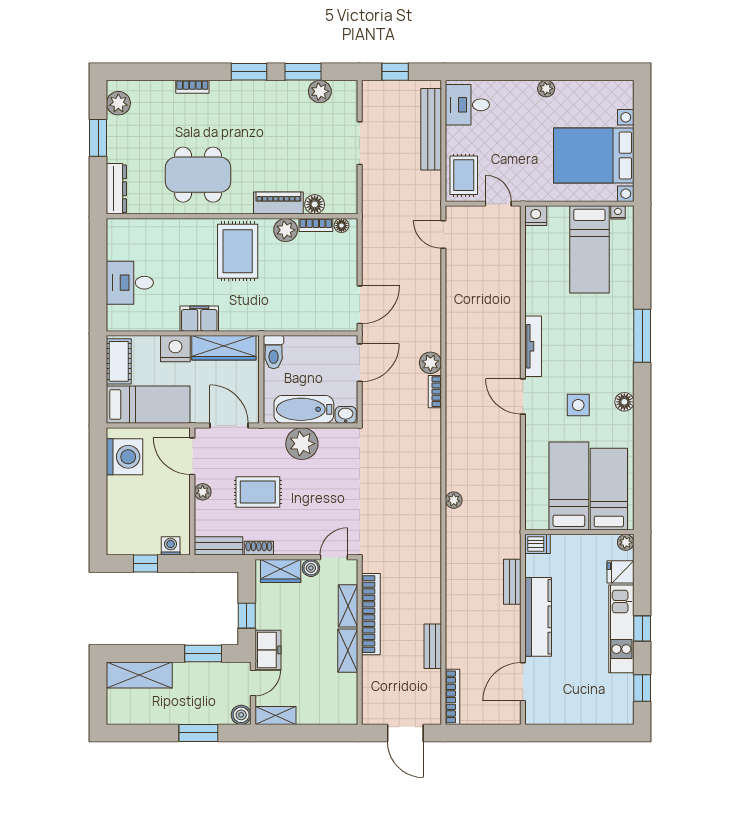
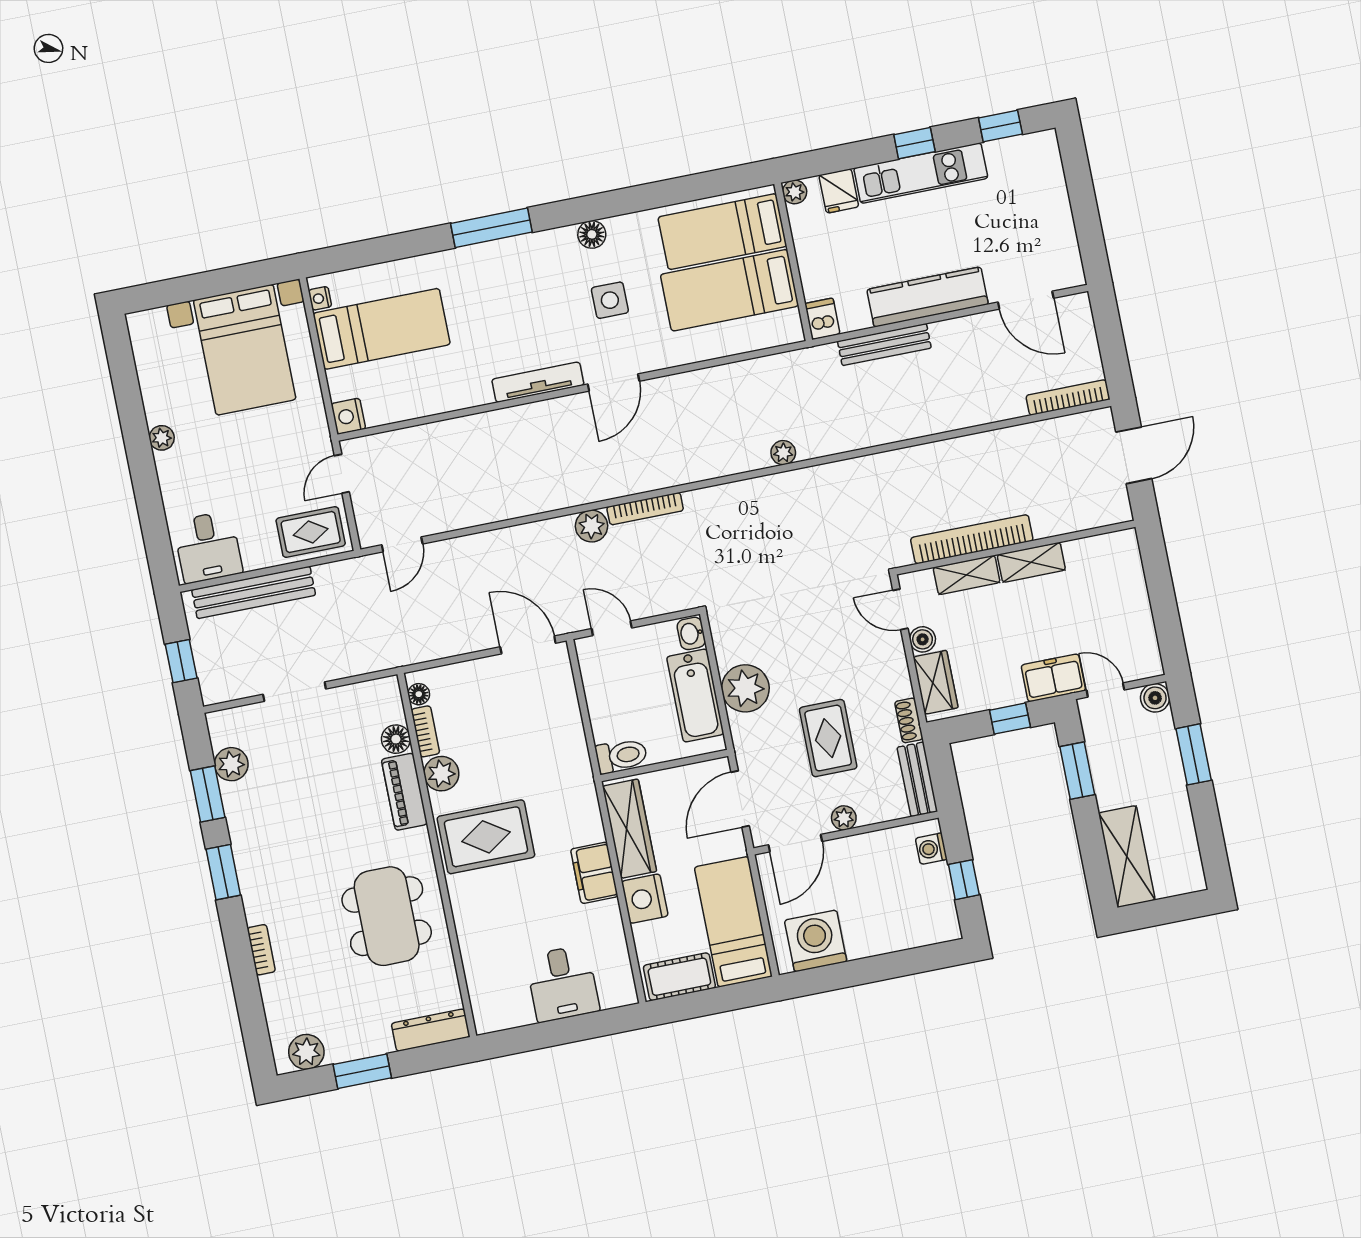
door: (360, 363) -> (612, 628), width x0.73
bookcase: (435, 392) -> (645, 509), width x1.56
bench: (512, 582) -> (884, 345), width x1.36
bench: (433, 646) -> (1000, 441), removed
shelving: (275, 715) -> (1146, 648), removed

